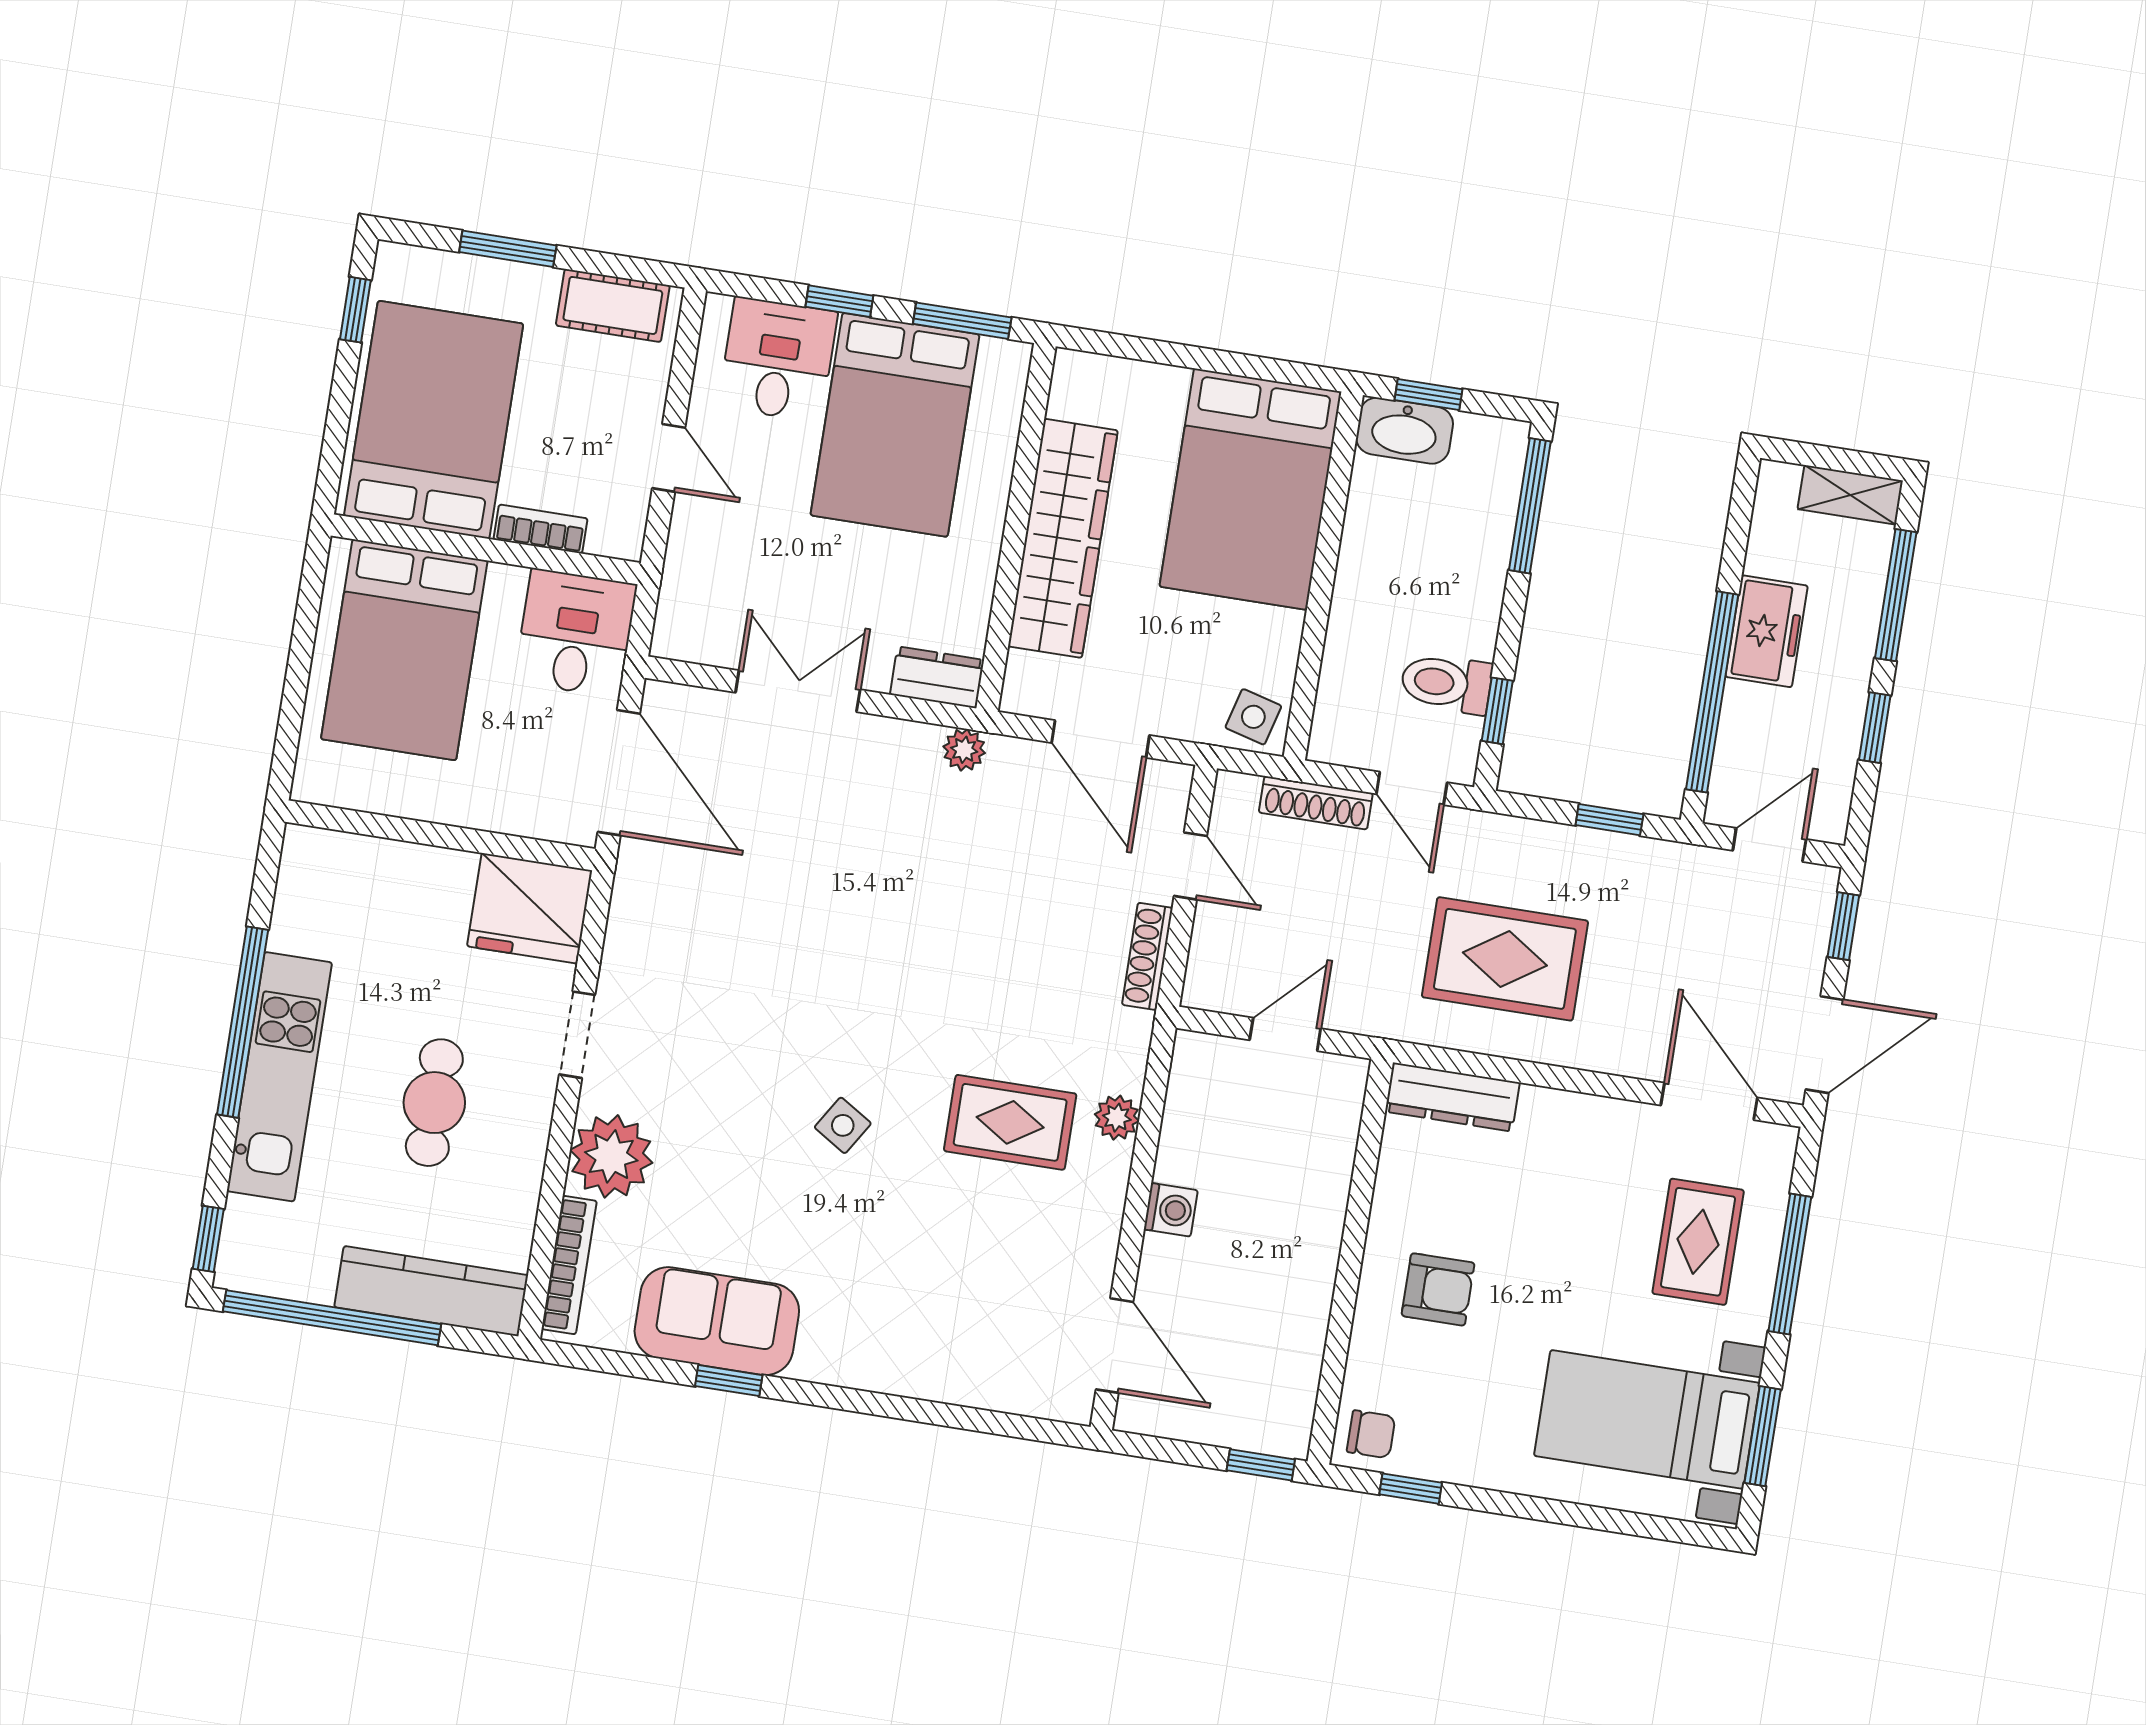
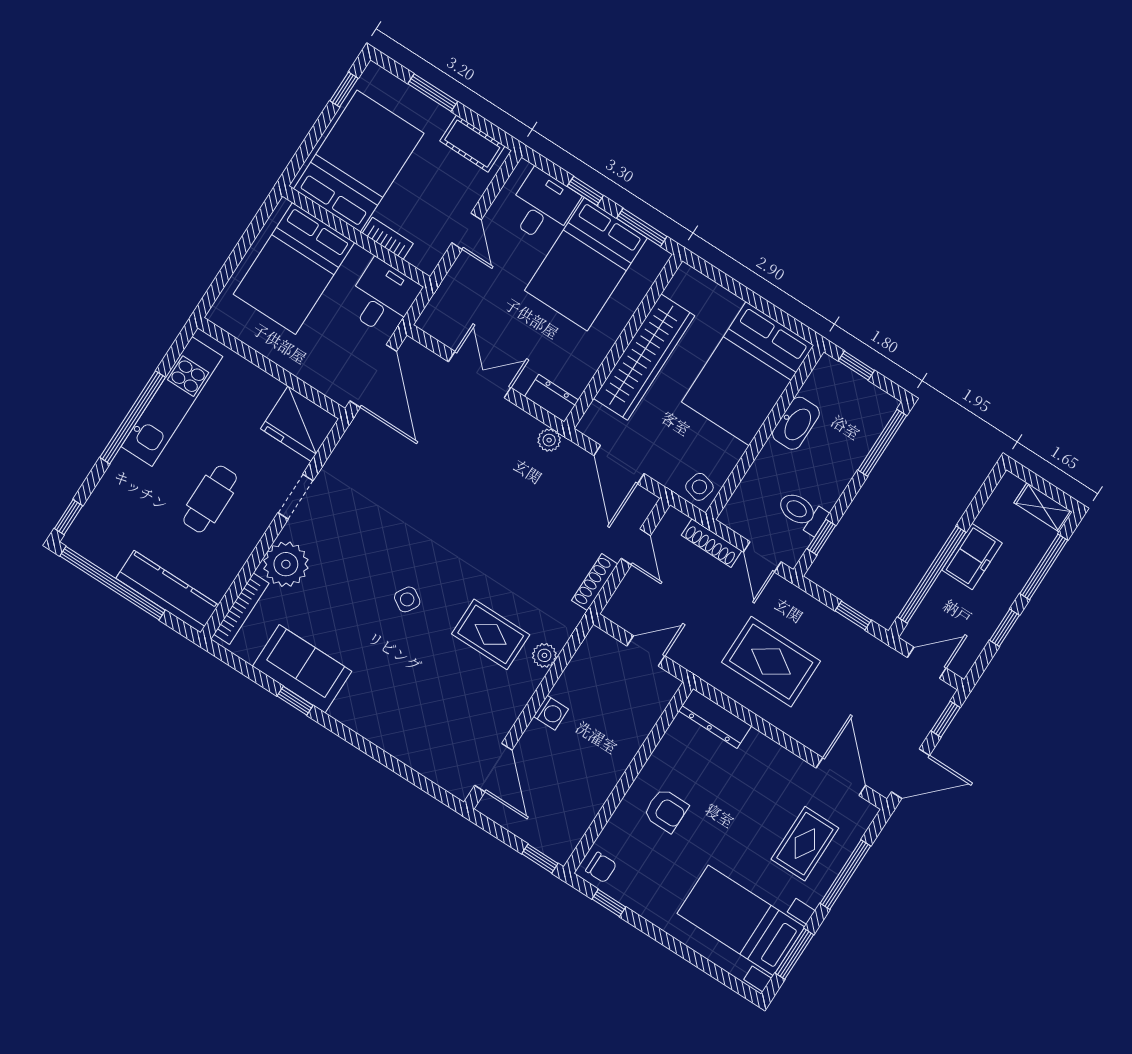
washbasin: (1405, 431) -> (796, 423), moved, turned -90
kitchen unit: (279, 1077) -> (172, 401), moved

